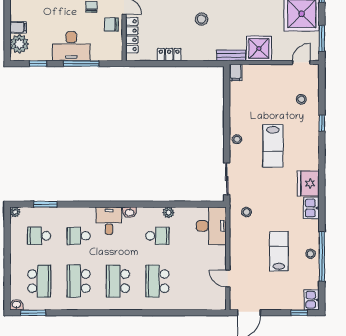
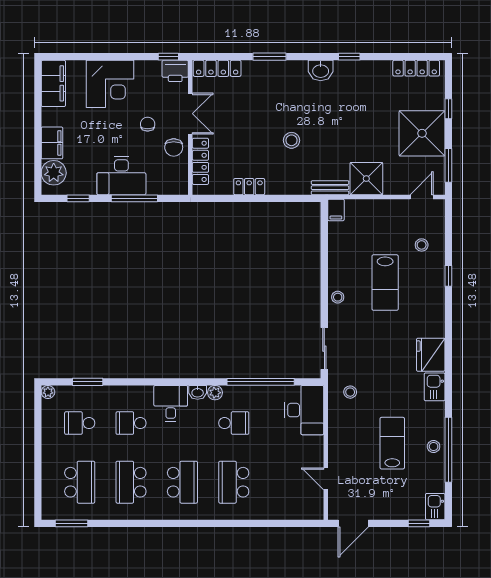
chair: (111, 25) -> (174, 147), turned -90
filing cabinet: (18, 27) -> (52, 143), width x2.00
lab bench: (273, 146) -> (385, 283), moved
window: (178, 204) -> (261, 382), added
plant: (168, 212) -> (215, 393), moved
school desk: (118, 281) -> (182, 482), turned 180
washbasin: (16, 305) -> (50, 513), removed

